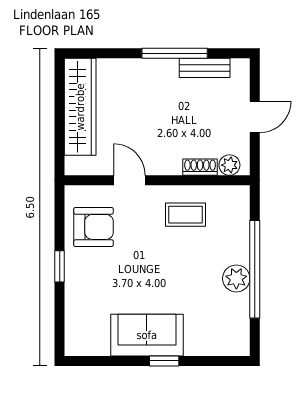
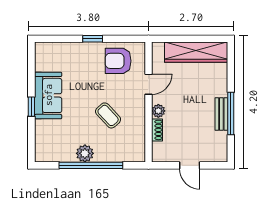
bench: (205, 68) -> (221, 114), moved
plant: (229, 165) -> (158, 111), moved
coffee table: (185, 215) -> (108, 115), moved, turned -43
armchair: (94, 227) -> (118, 61), turned 90

